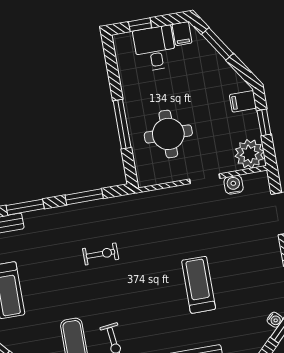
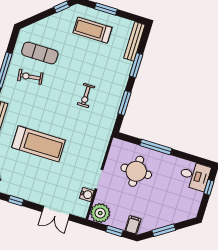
filing cabinet: (182, 34) -> (191, 209), removed
window: (217, 44) -> (164, 230), moved
desk: (155, 48) -> (195, 176), moved
treadmill: (199, 285) -> (38, 144), width x1.37, depth x1.38

